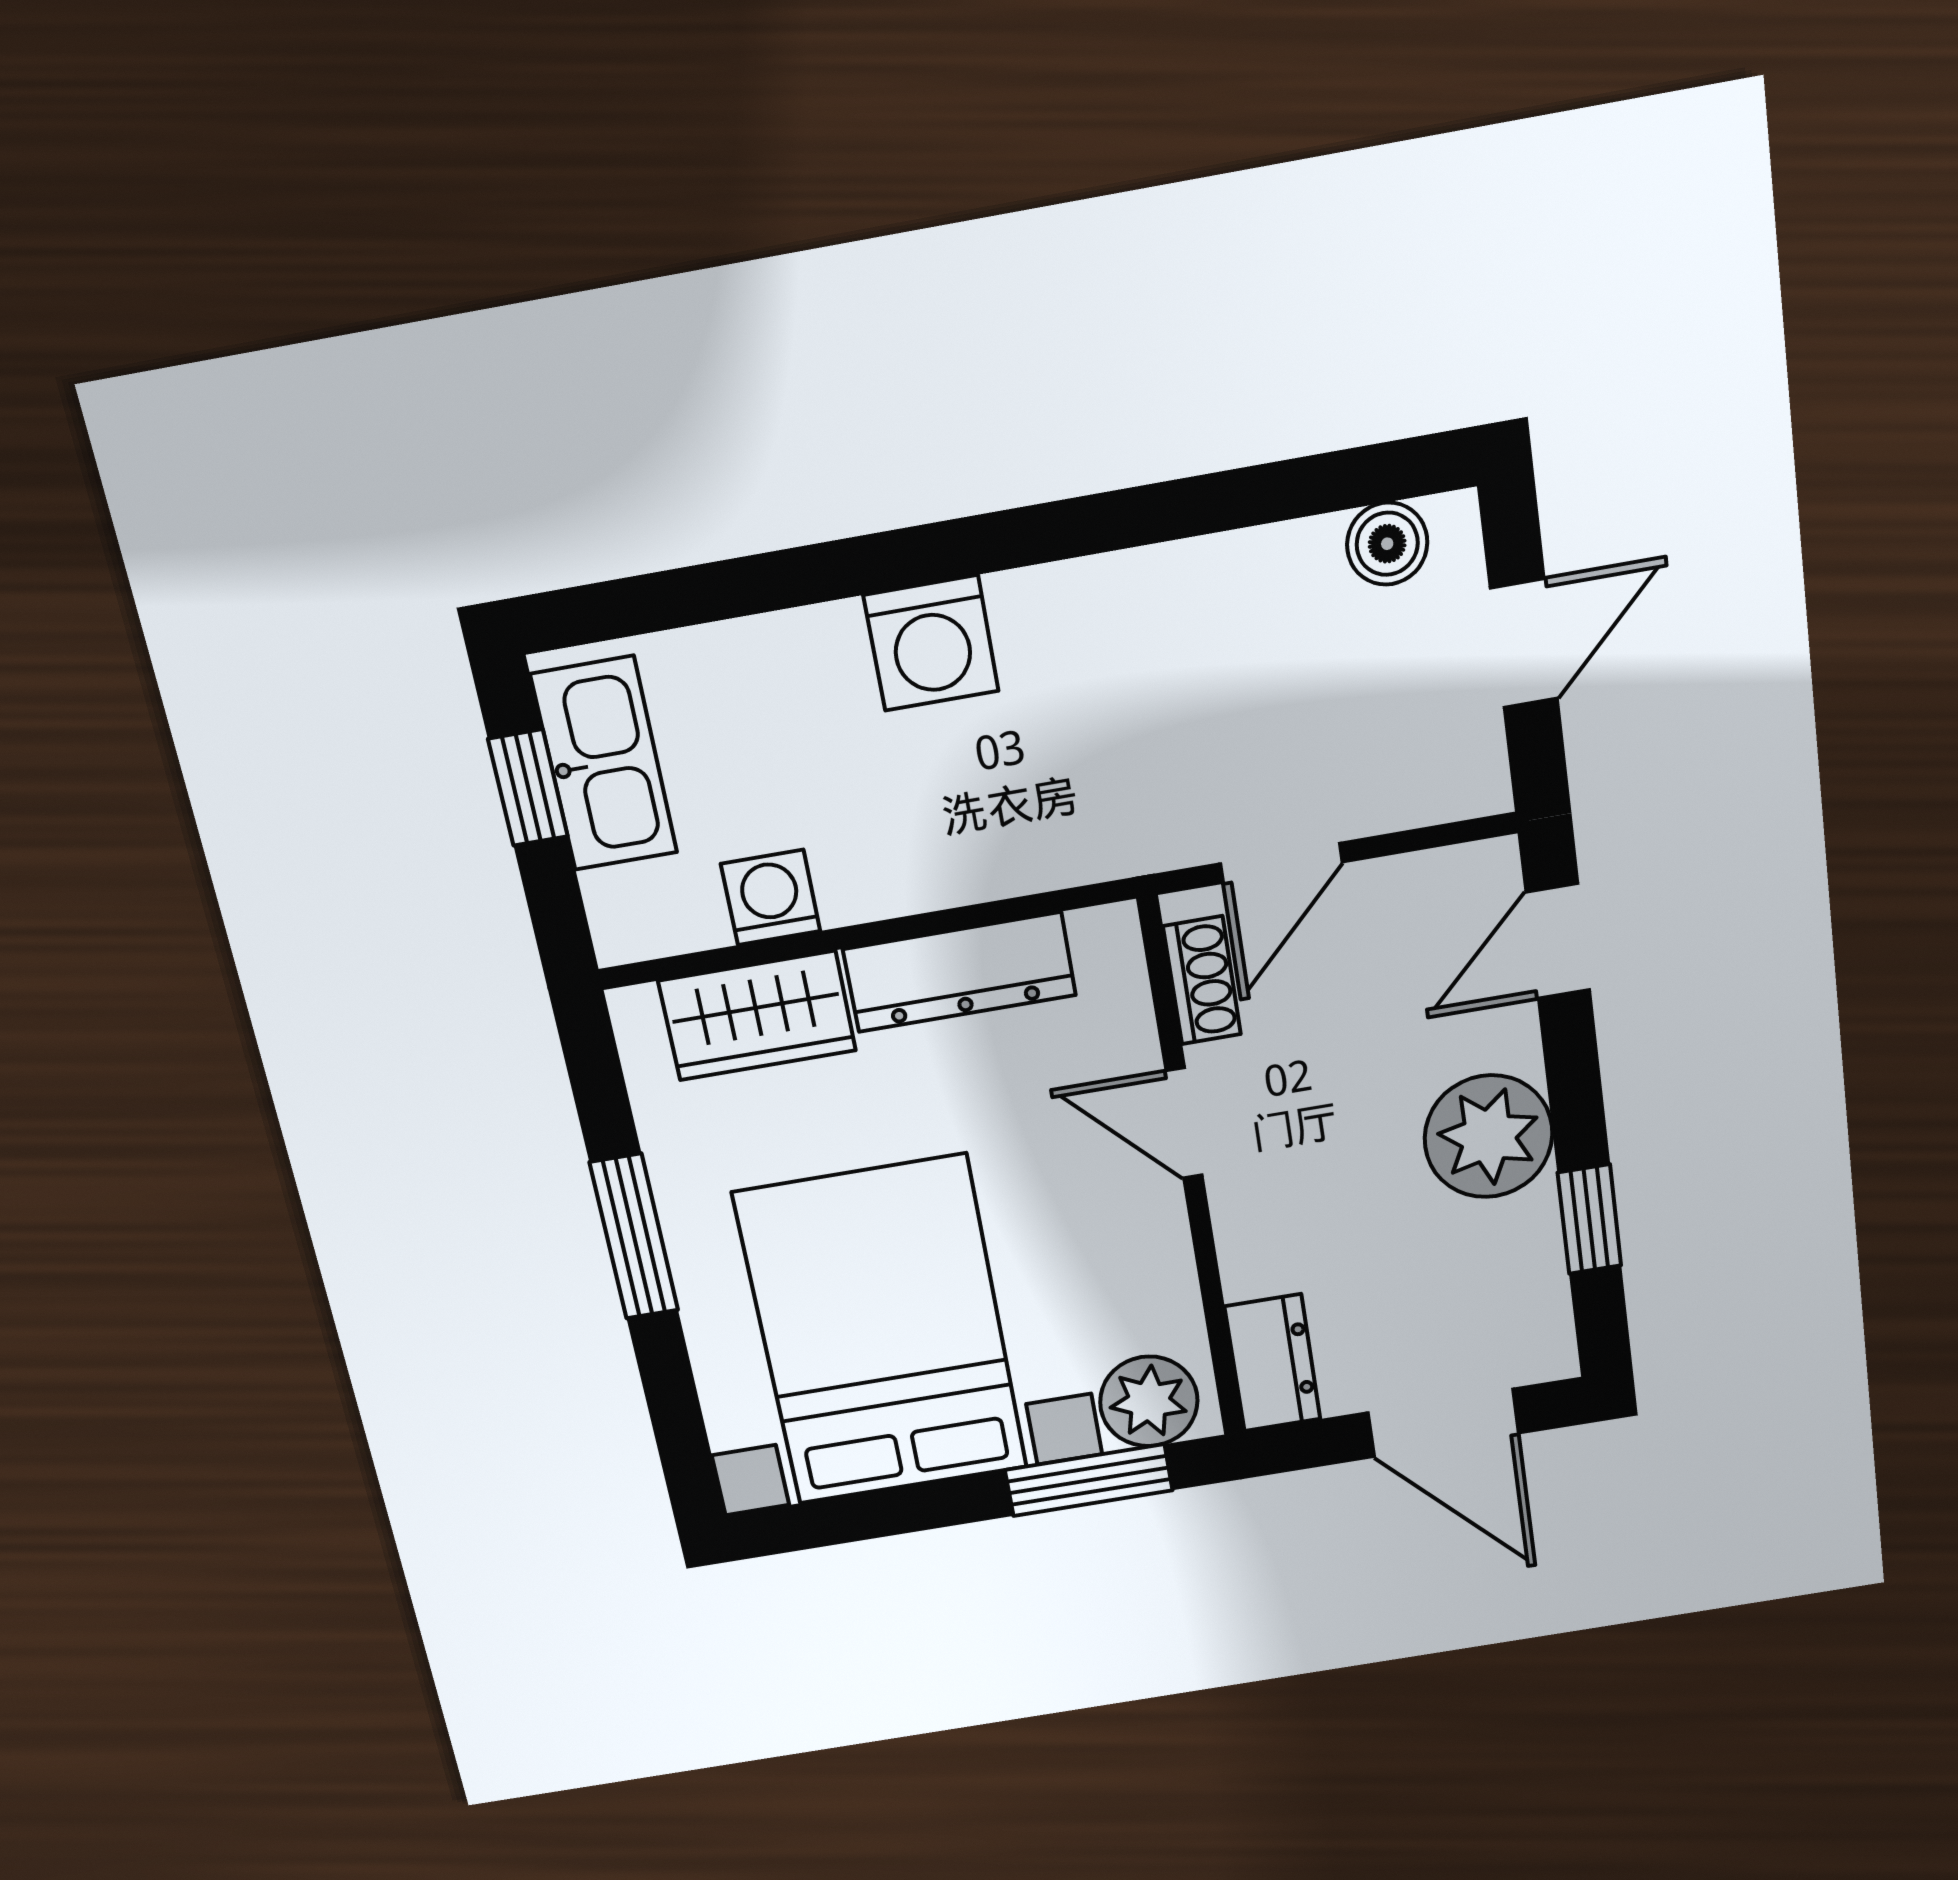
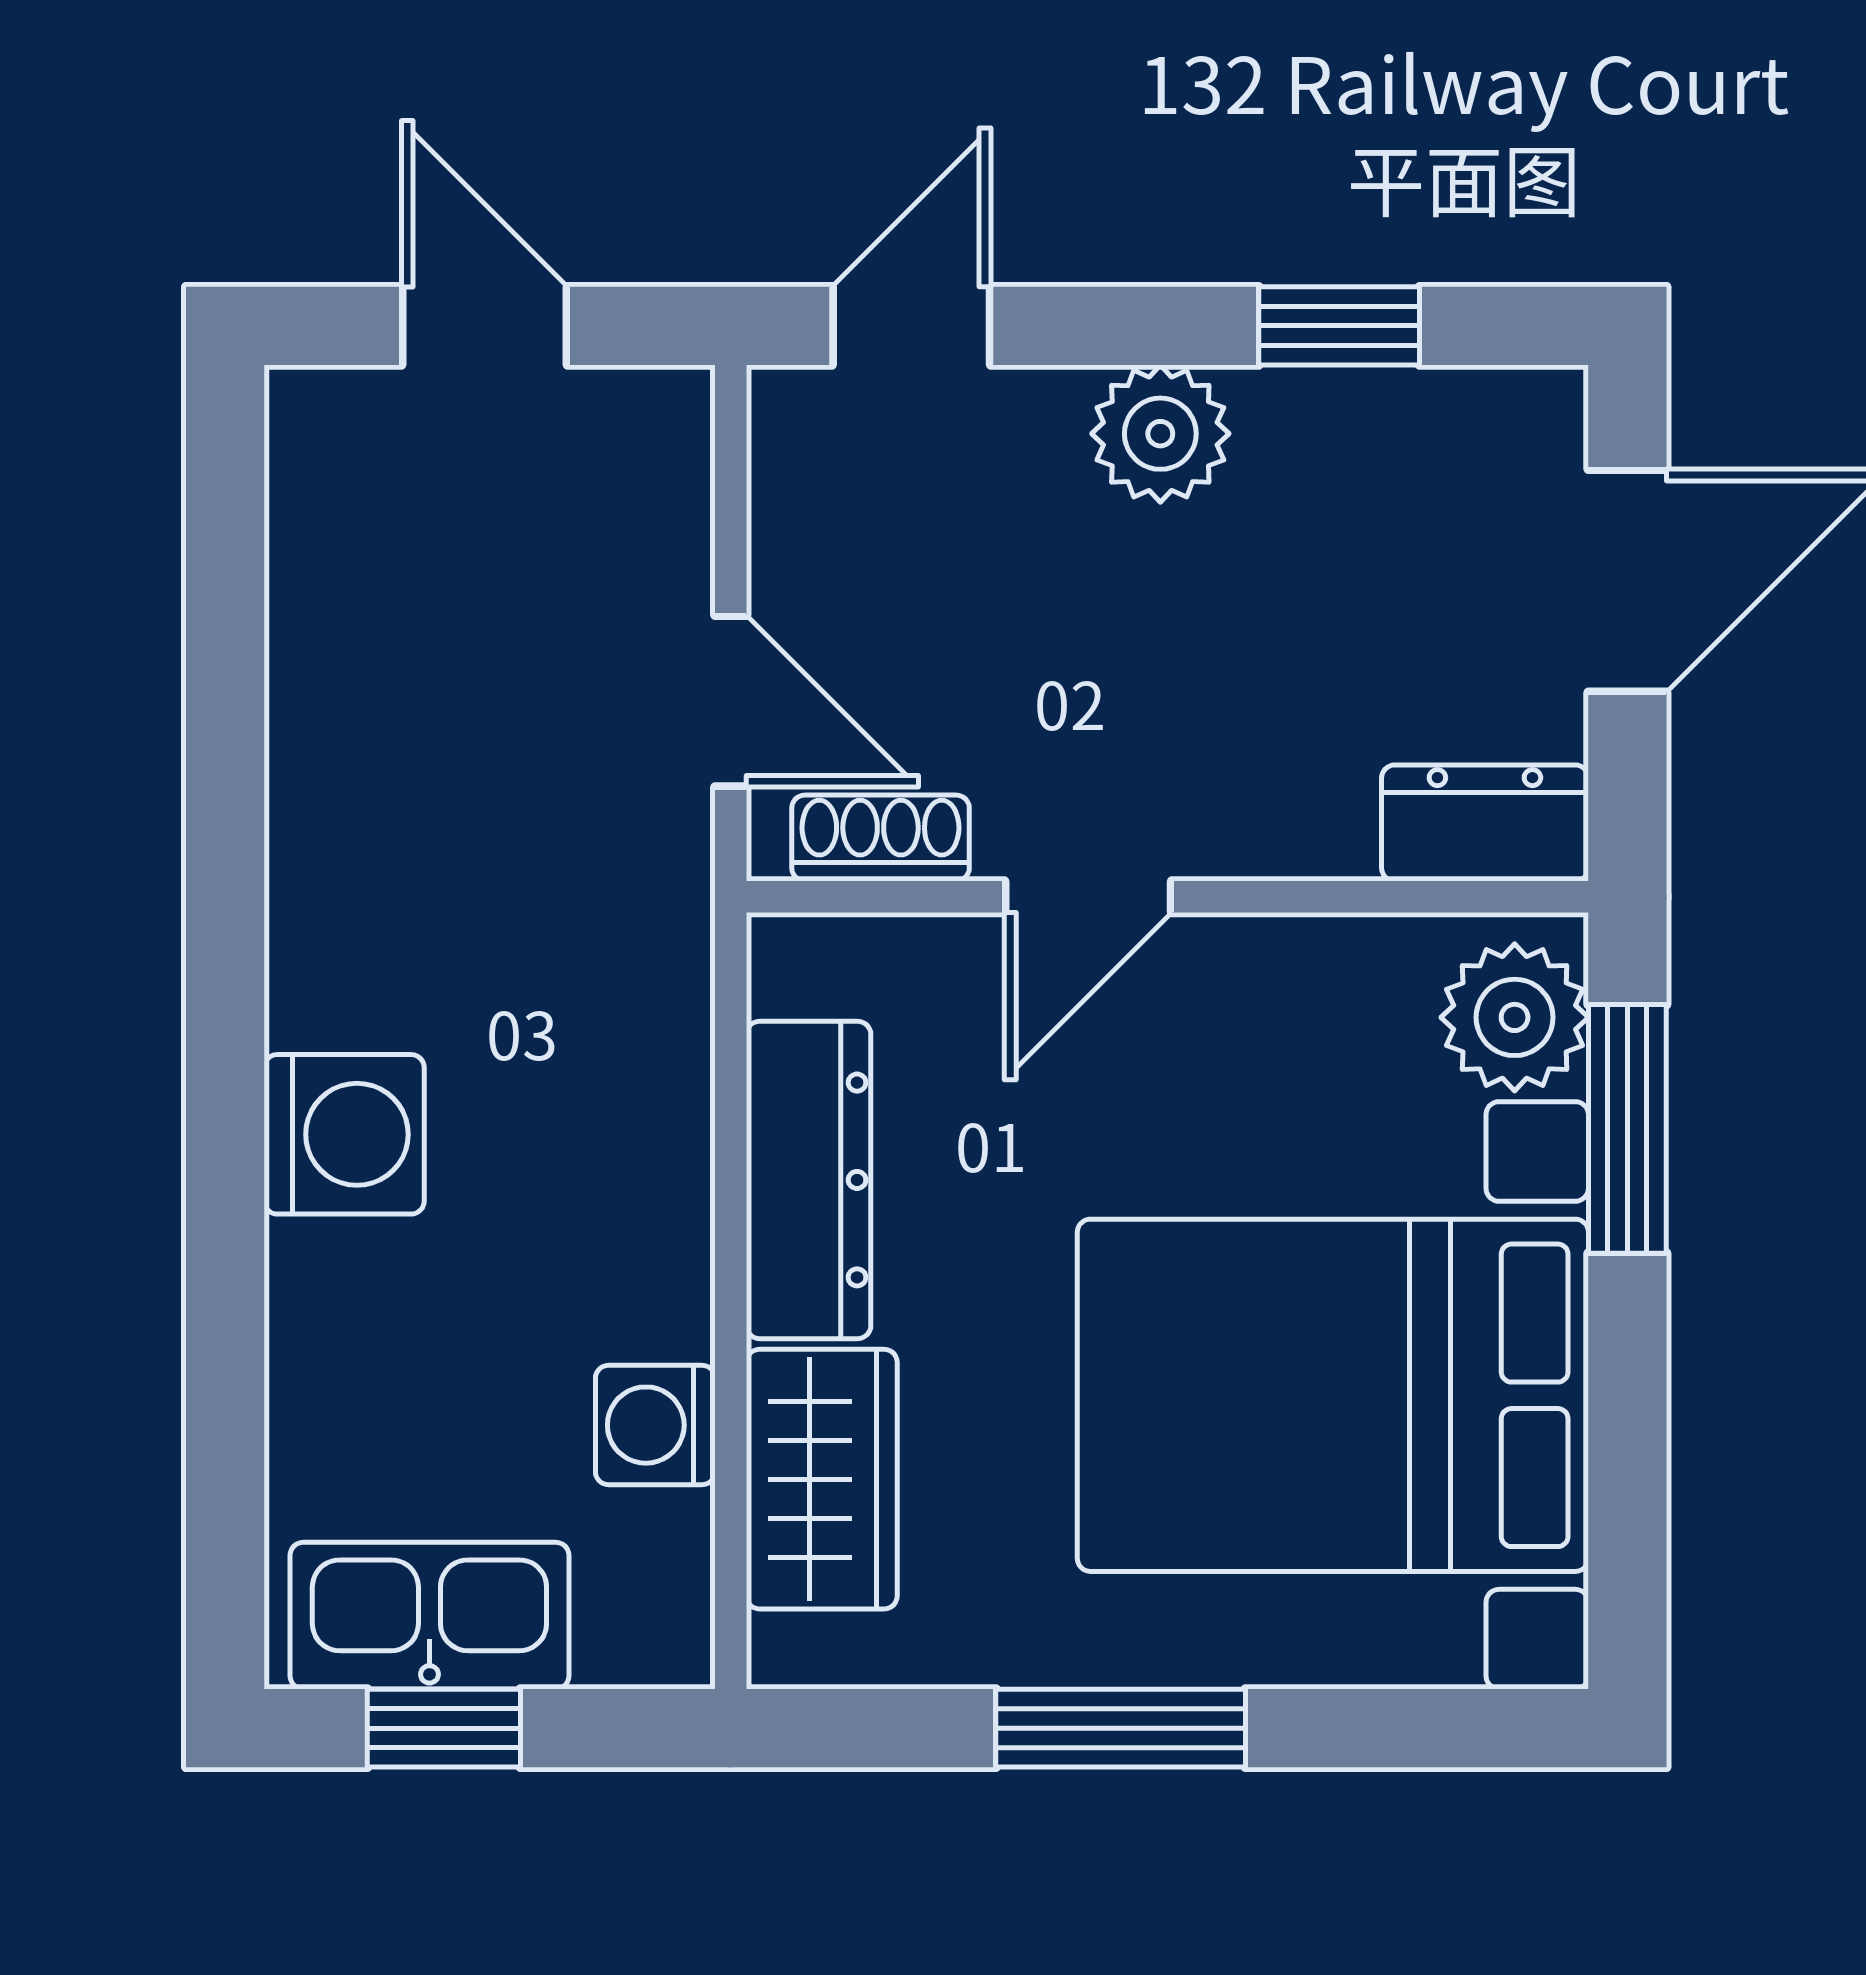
boiler: (1387, 544) -> (319, 495), removed
door: (1558, 941) -> (911, 326), swing flipped
plant: (1488, 1136) -> (1160, 434), width x0.73, depth x0.73

